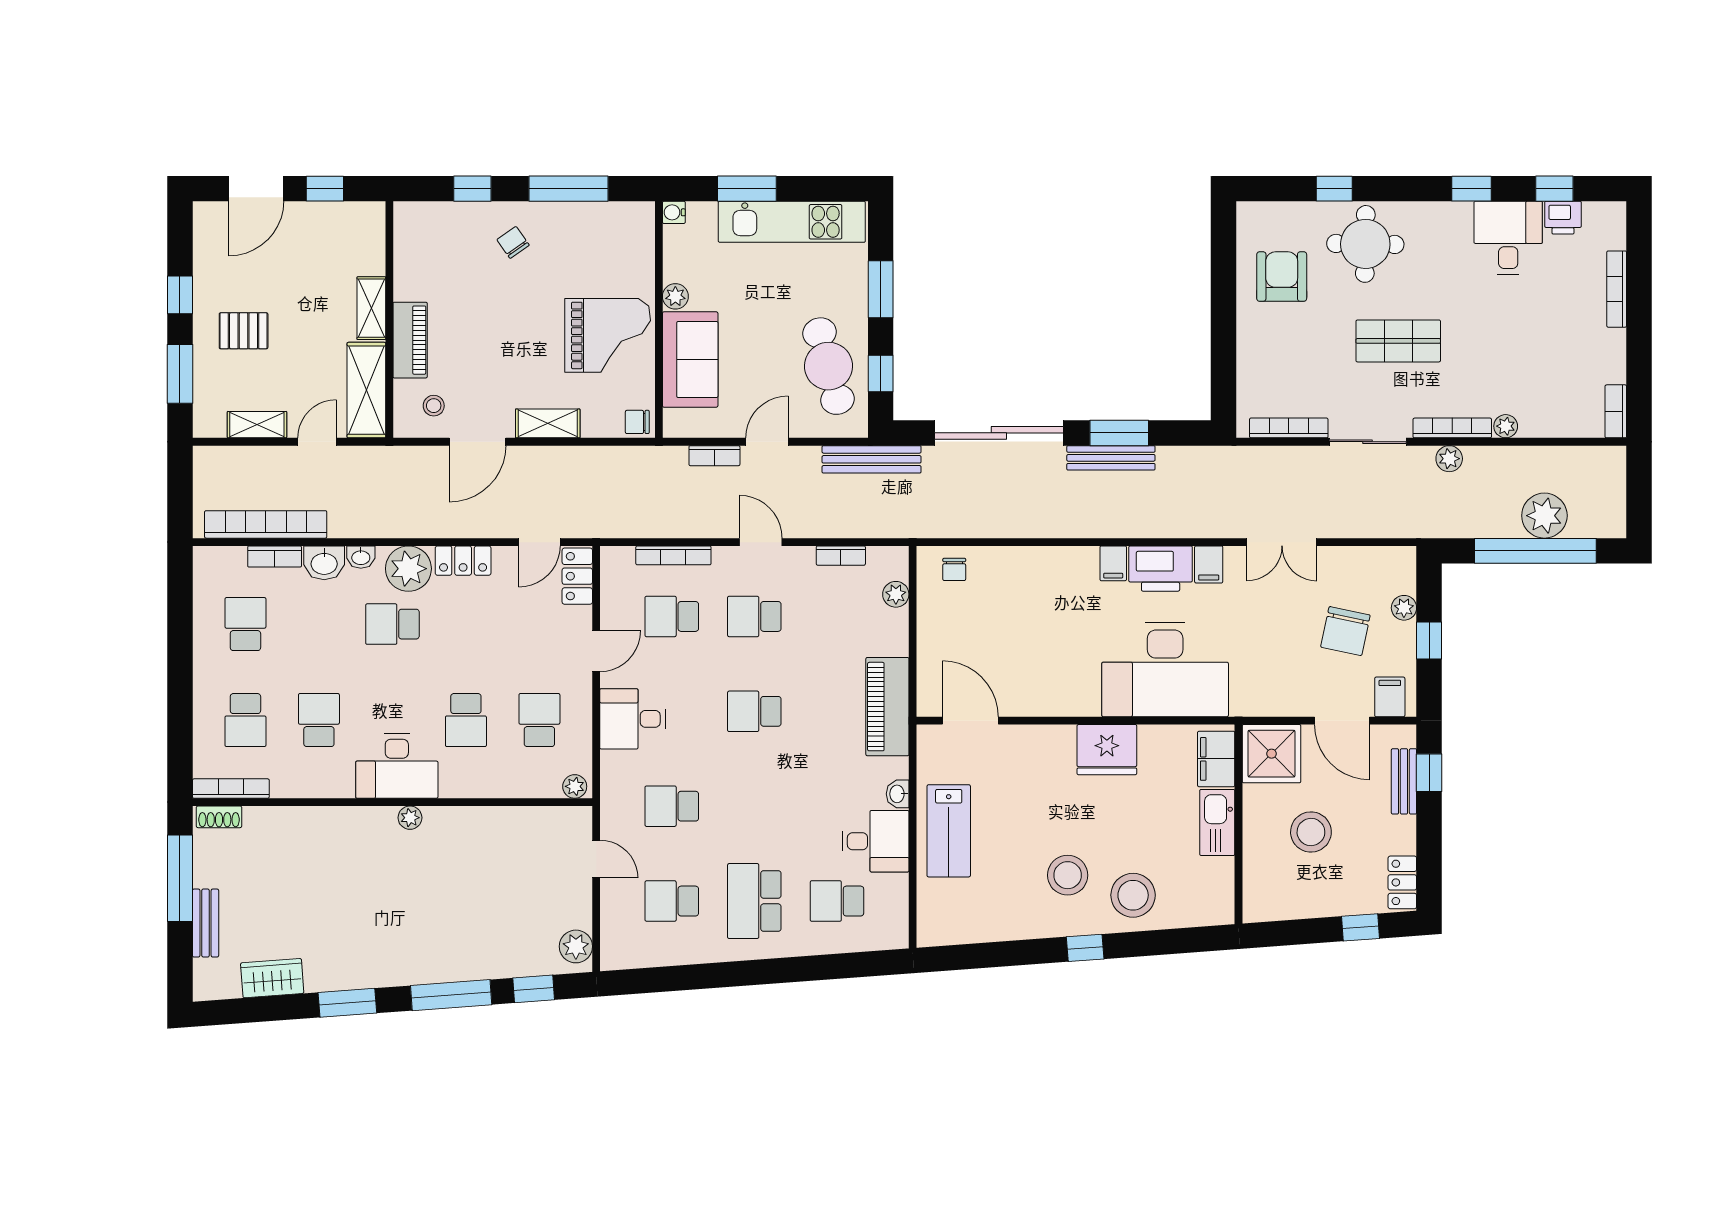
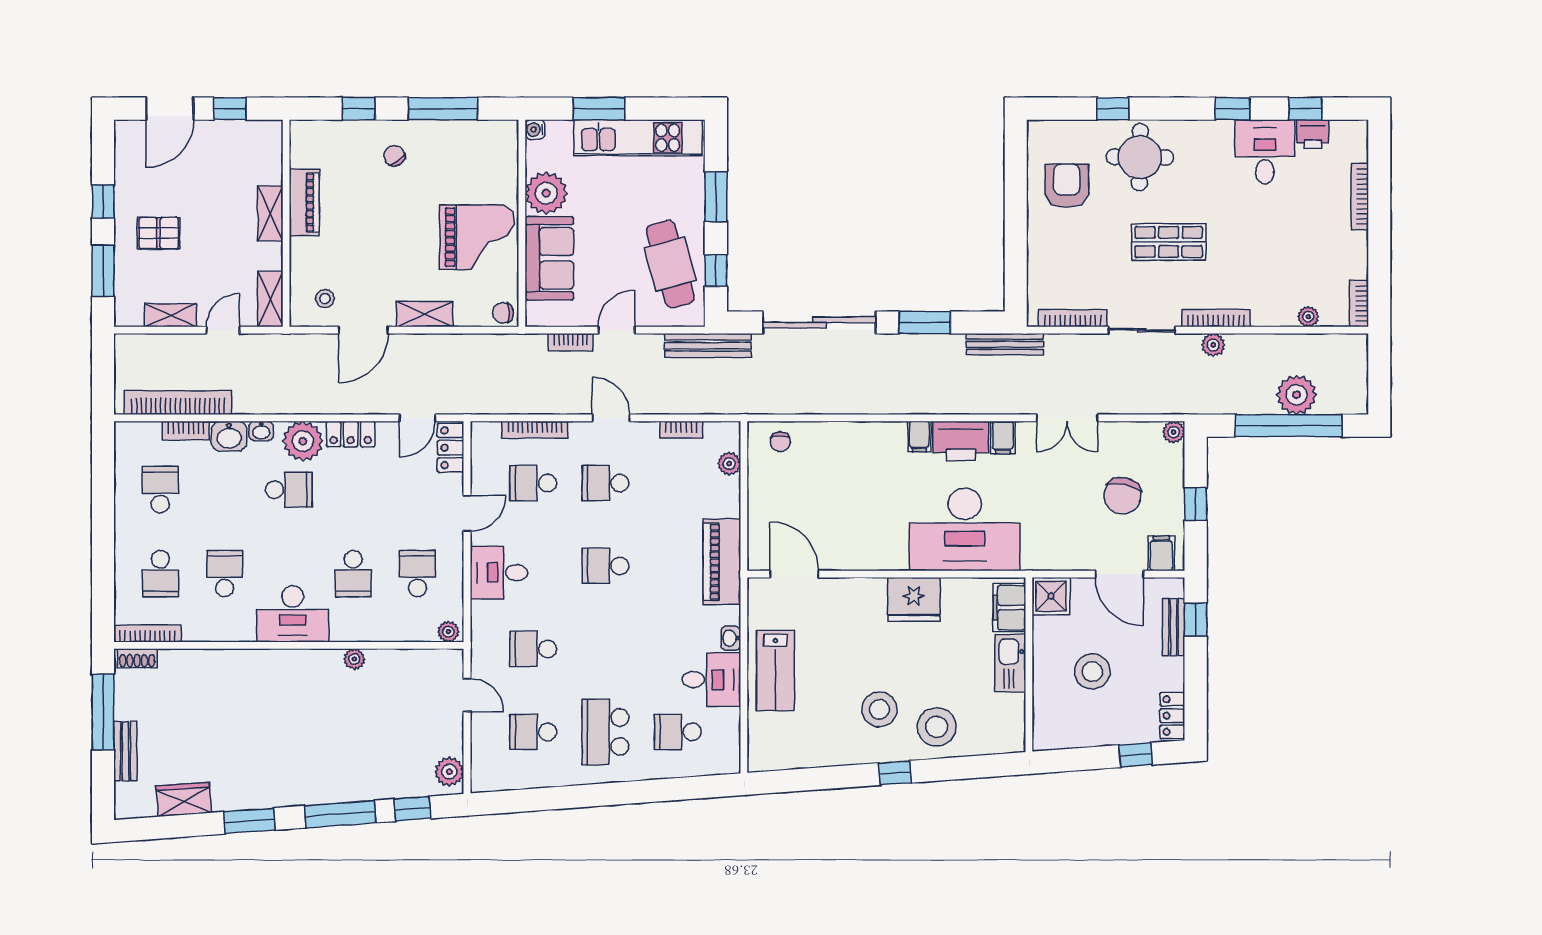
plant: (675, 296) -> (546, 193), width x1.88, depth x1.88
piano: (410, 340) -> (304, 202), moved
shelving: (366, 390) -> (270, 299), width x0.67, depth x0.75
plant: (1506, 426) -> (1308, 317), moved
bench: (1111, 458) -> (1005, 344), moved
plant: (1404, 608) -> (1174, 432), moved
school desk: (392, 624) -> (289, 490), turned 180
shower: (1272, 754) -> (1051, 596), width x0.73, depth x0.73
plant: (410, 818) -> (354, 659), moved

